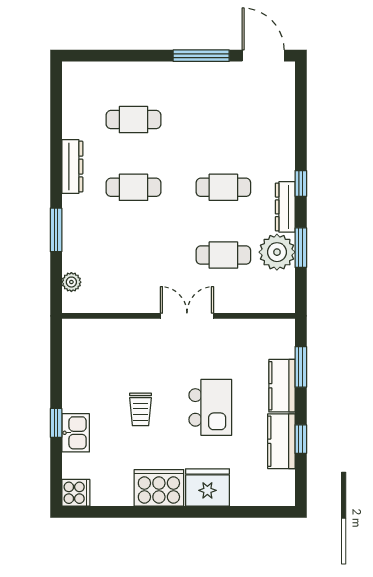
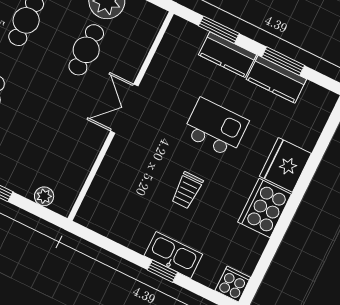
trolley: (140, 409) -> (187, 190), turned 90
kitchen sink: (76, 433) -> (173, 255), width x1.38
window: (301, 439) -> (283, 61), width x1.50

